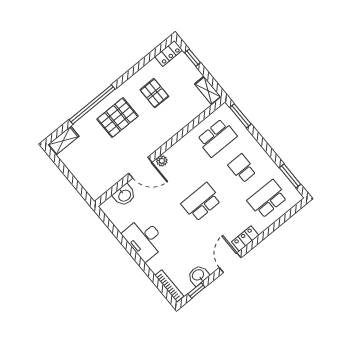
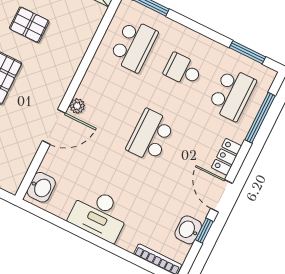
washbasin: (124, 195) -> (41, 187), moved
school desk: (267, 199) -> (232, 94), turned 180
window: (279, 223) -> (260, 118), added
window: (196, 291) -> (204, 231), moved

